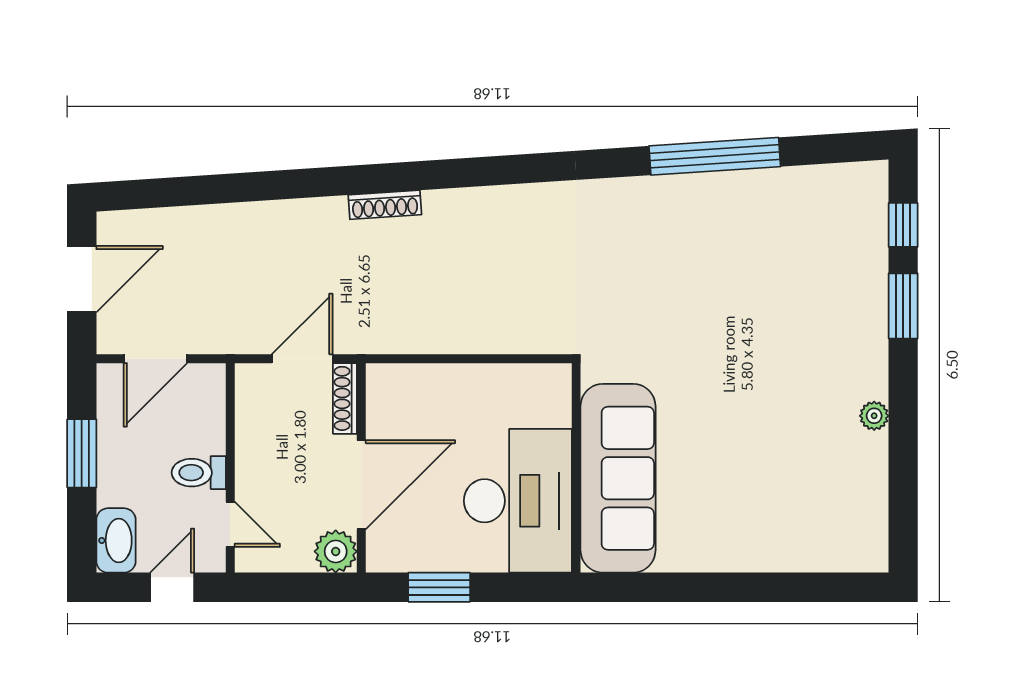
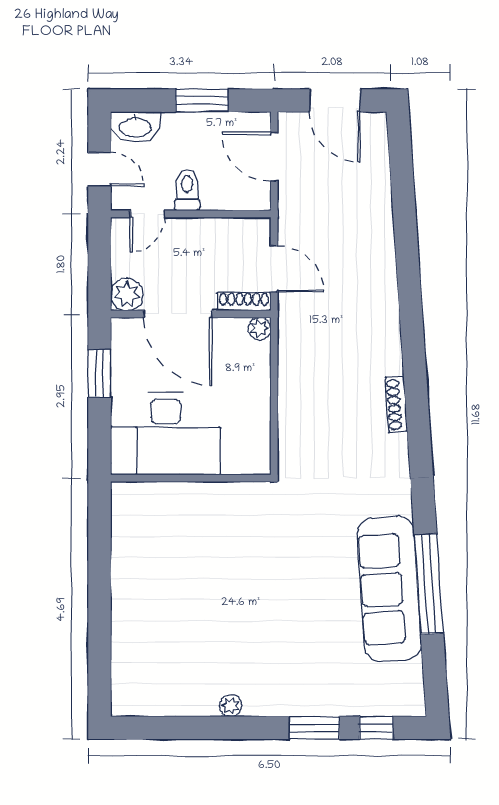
shoe rack: (385, 205) -> (396, 404), moved
plant: (381, 378) -> (259, 329), added
sofa: (618, 478) -> (389, 589), moved, turned 86

